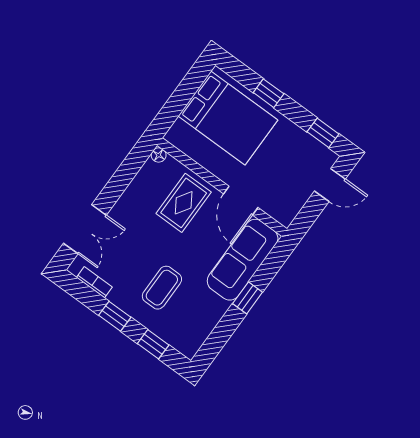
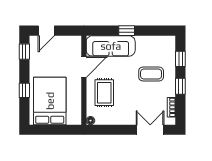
door: (330, 185) -> (46, 31), swing flipped
rug: (184, 203) -> (104, 93), turned 90

